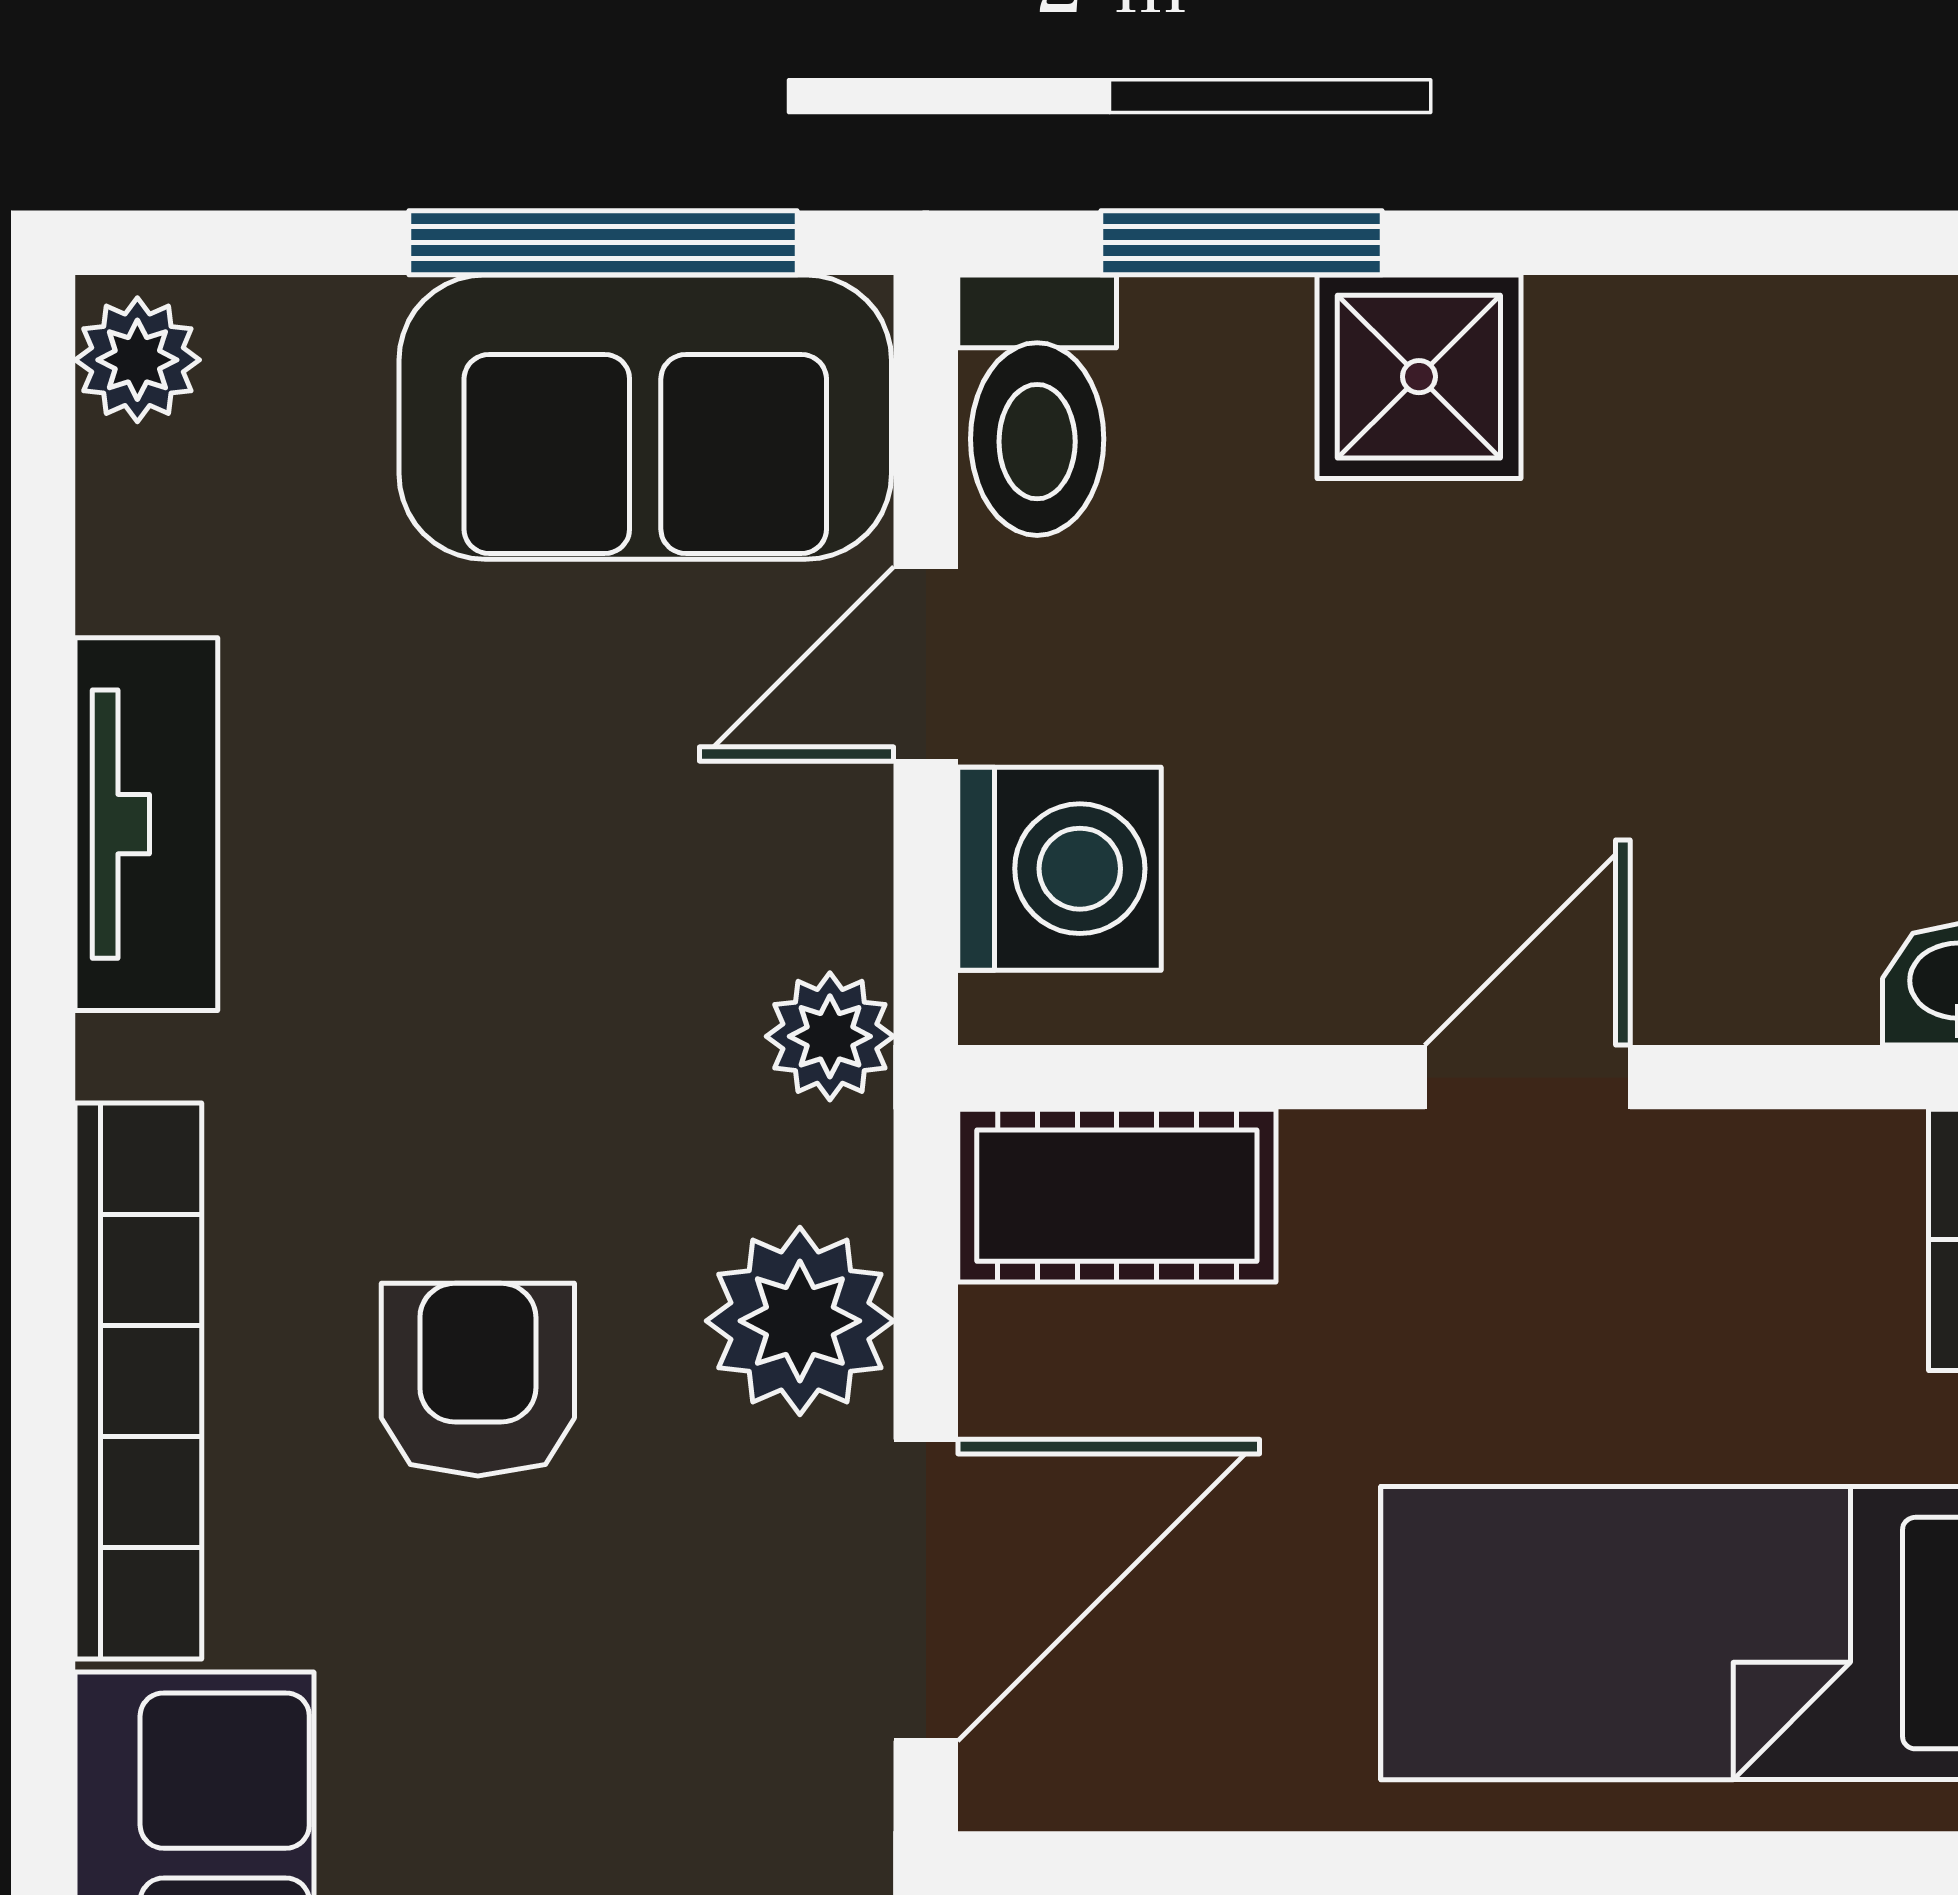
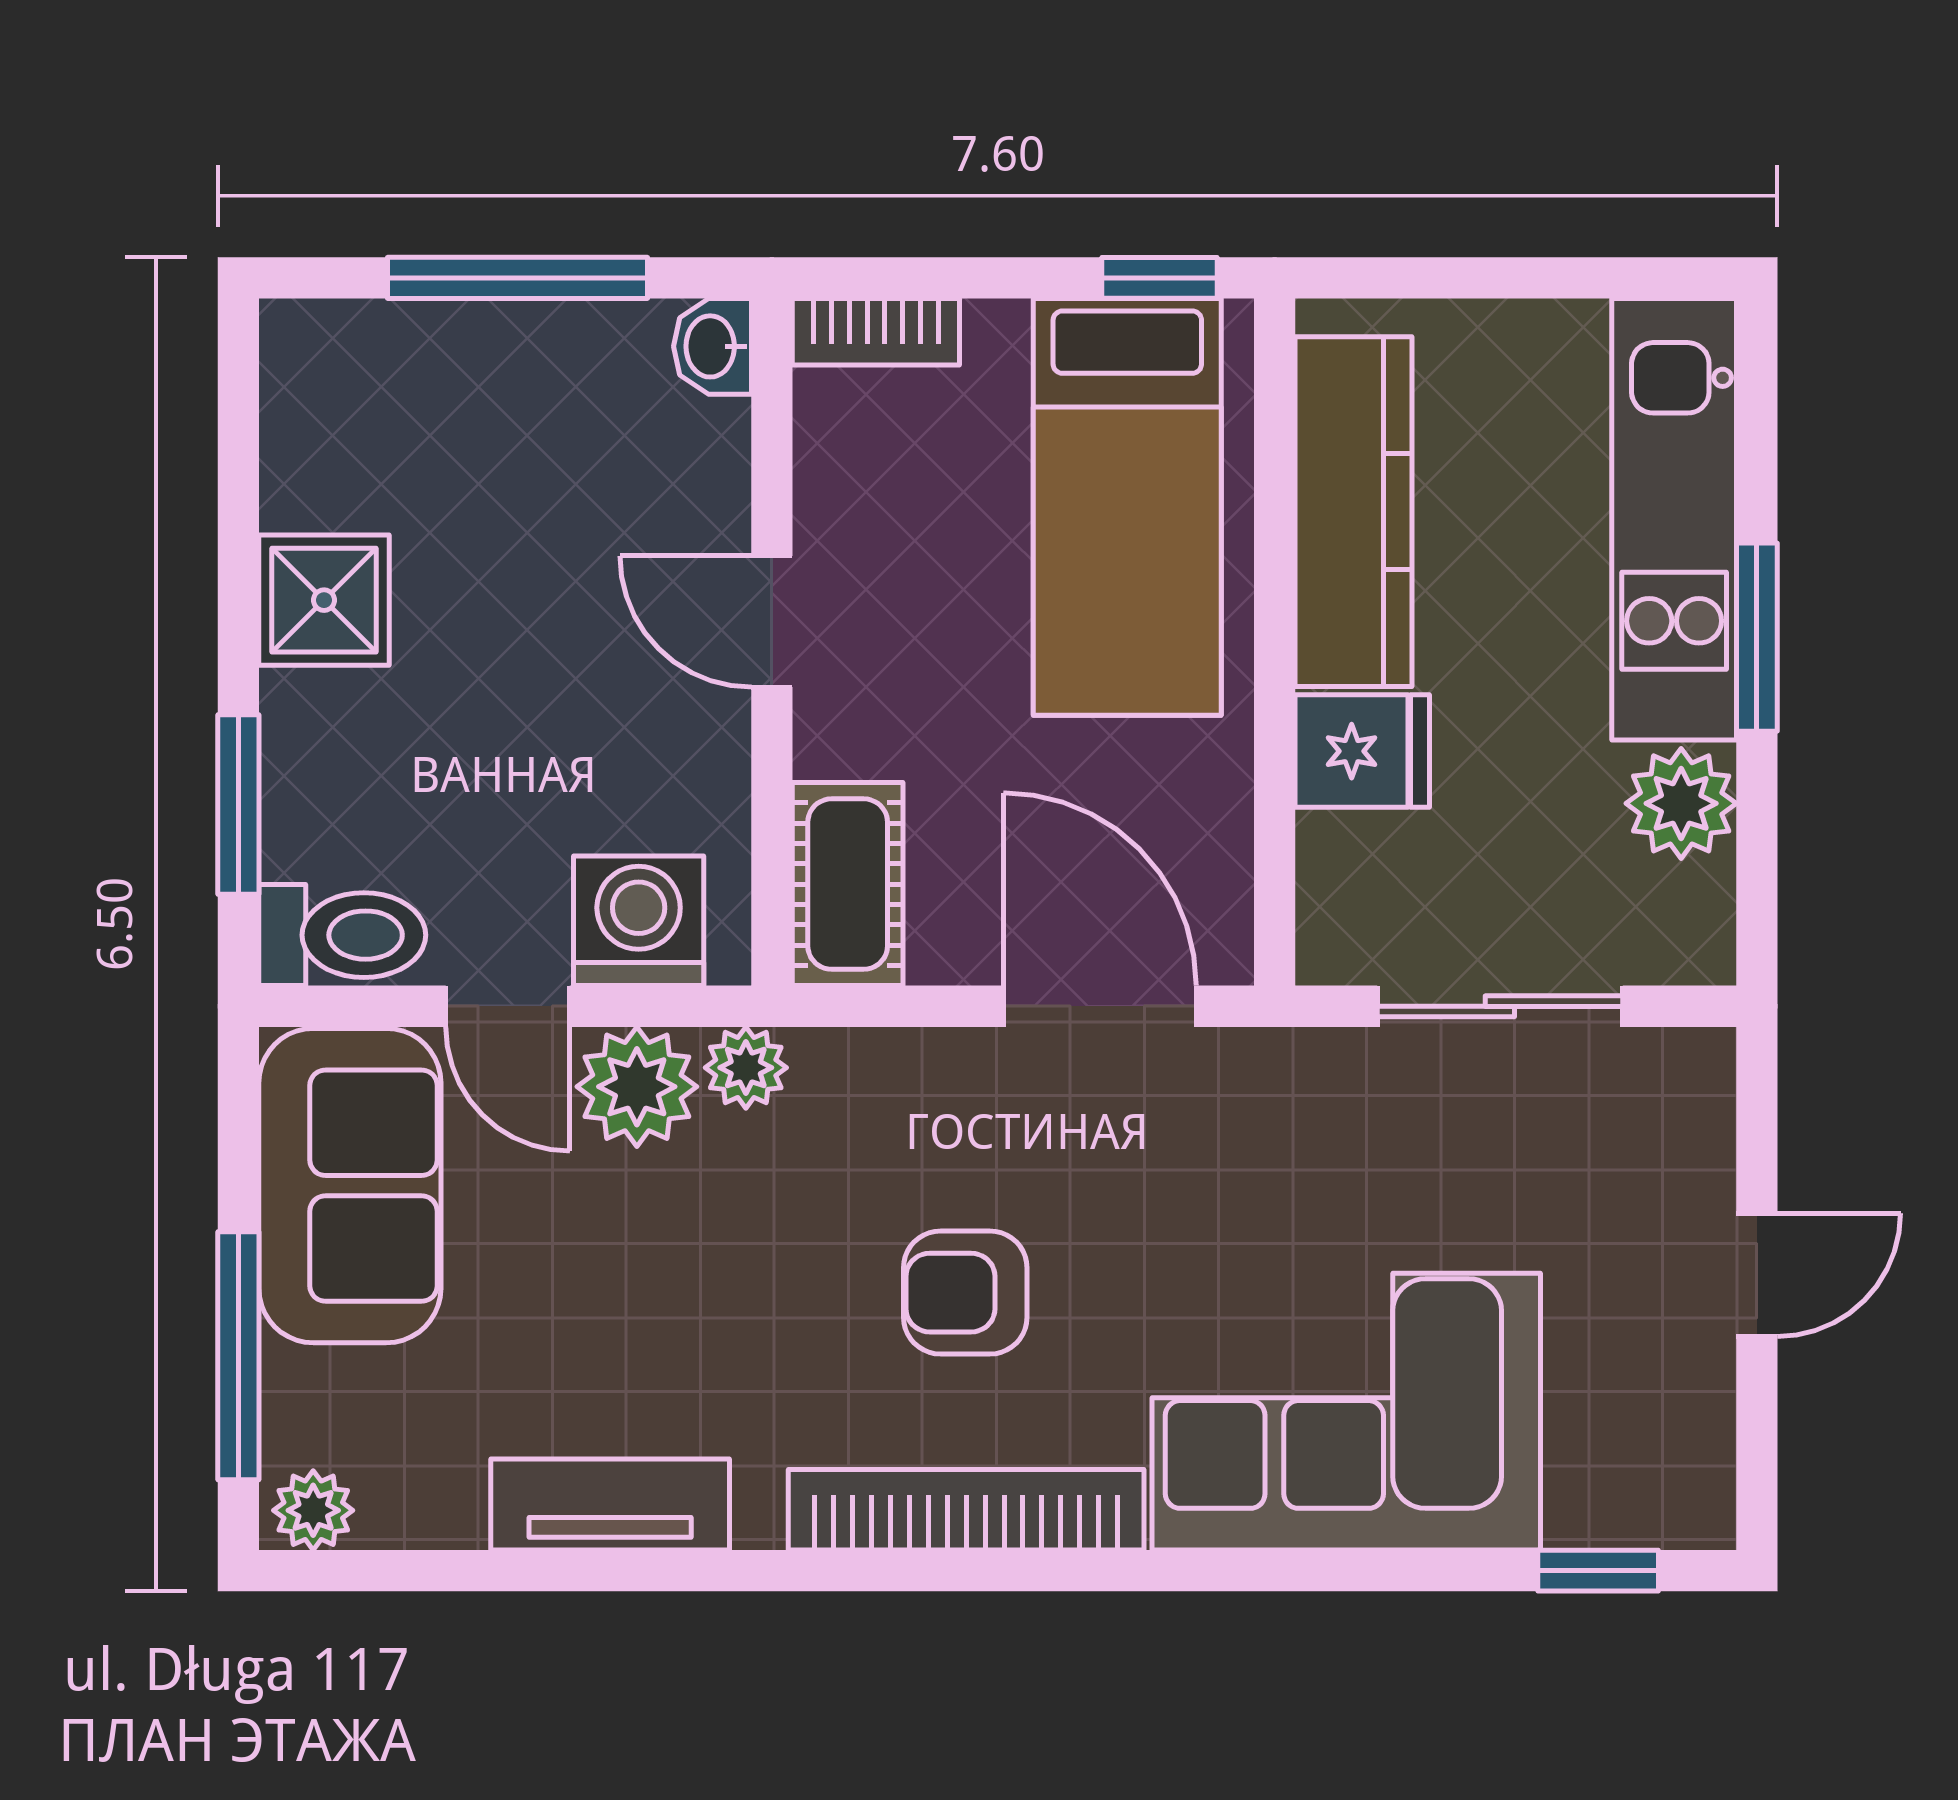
window: (603, 243) -> (238, 1356), moved
shower: (1419, 377) -> (324, 600), moved
plant: (800, 1321) -> (637, 1087), moved

